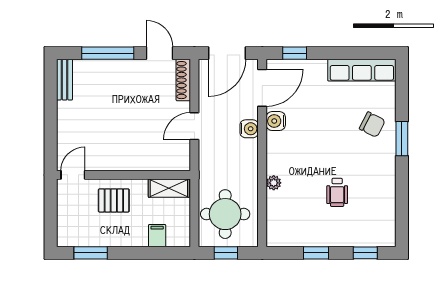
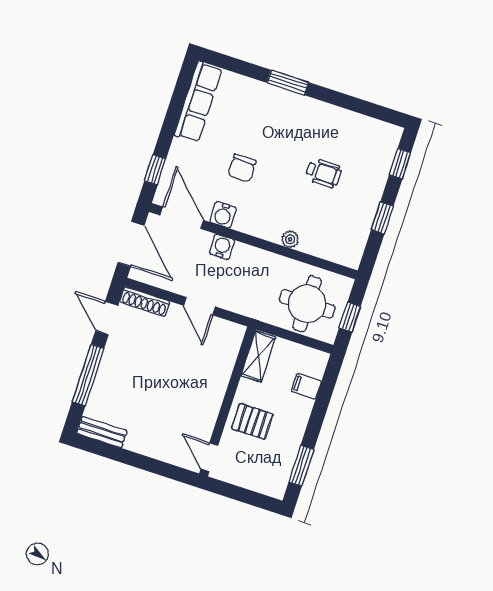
door: (160, 53) -> (107, 318), hinge flipped
chair: (372, 125) -> (242, 168), moved, turned 153
pallet: (114, 200) -> (252, 421), turned 90

